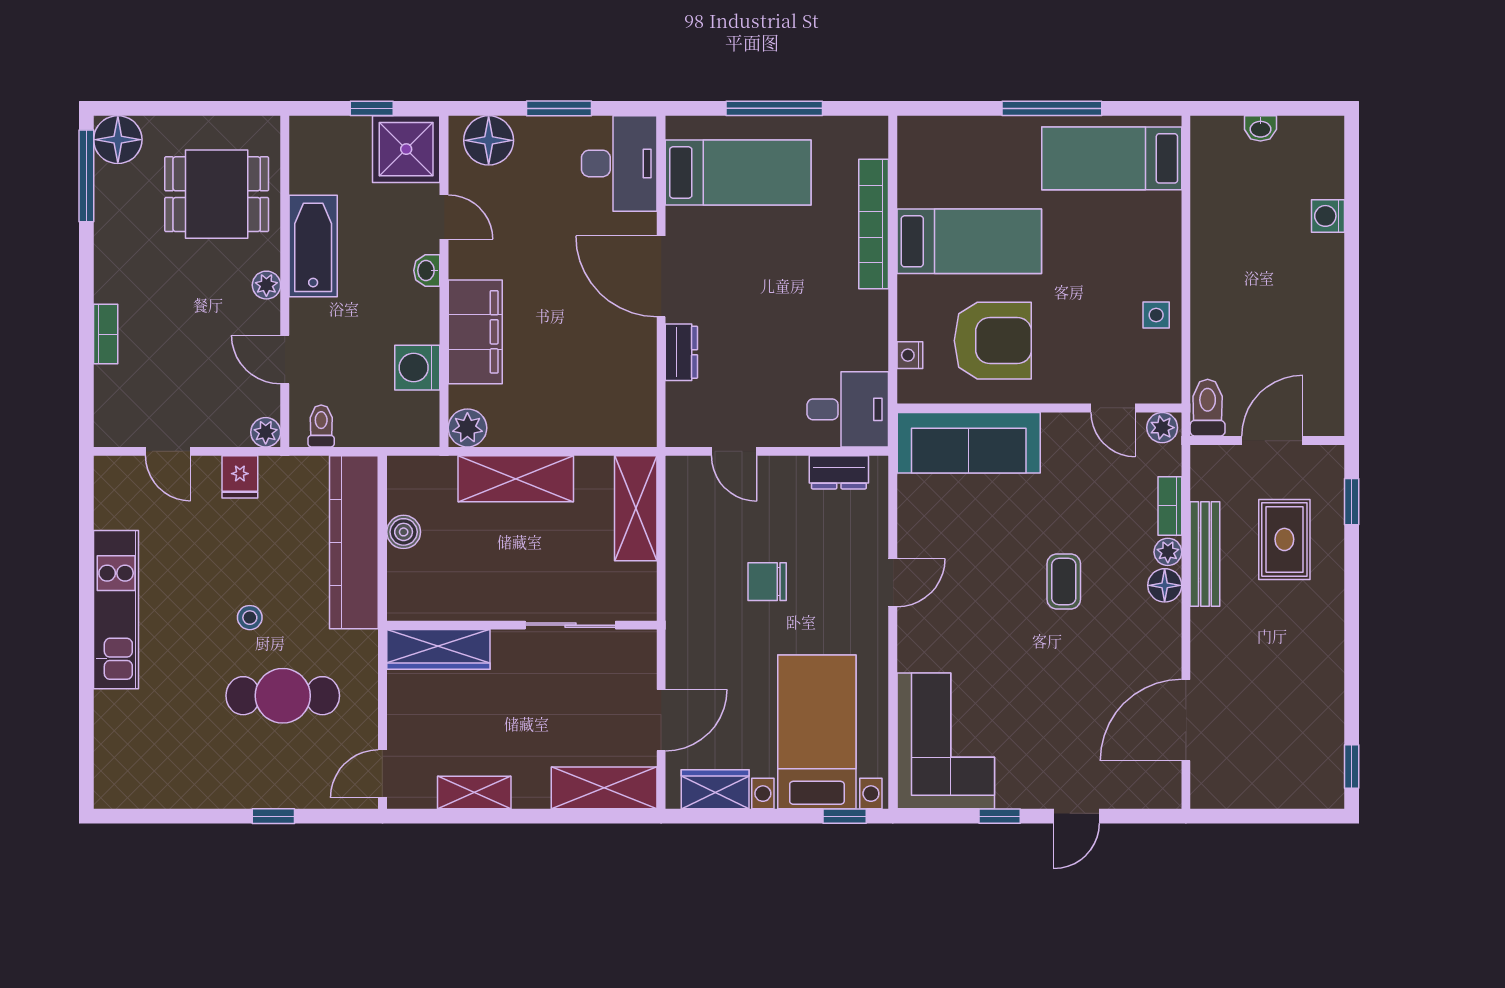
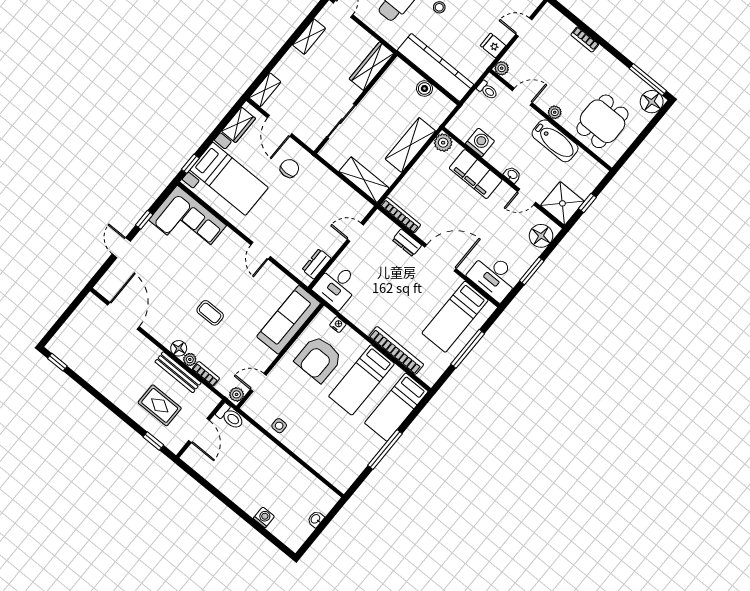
bed: (1112, 158) -> (396, 407), moved, turned 180
bookcase: (645, 400) -> (400, 215), added
chair: (767, 582) -> (289, 168), moved
shelving: (604, 788) -> (265, 90), width x0.67, depth x0.75

